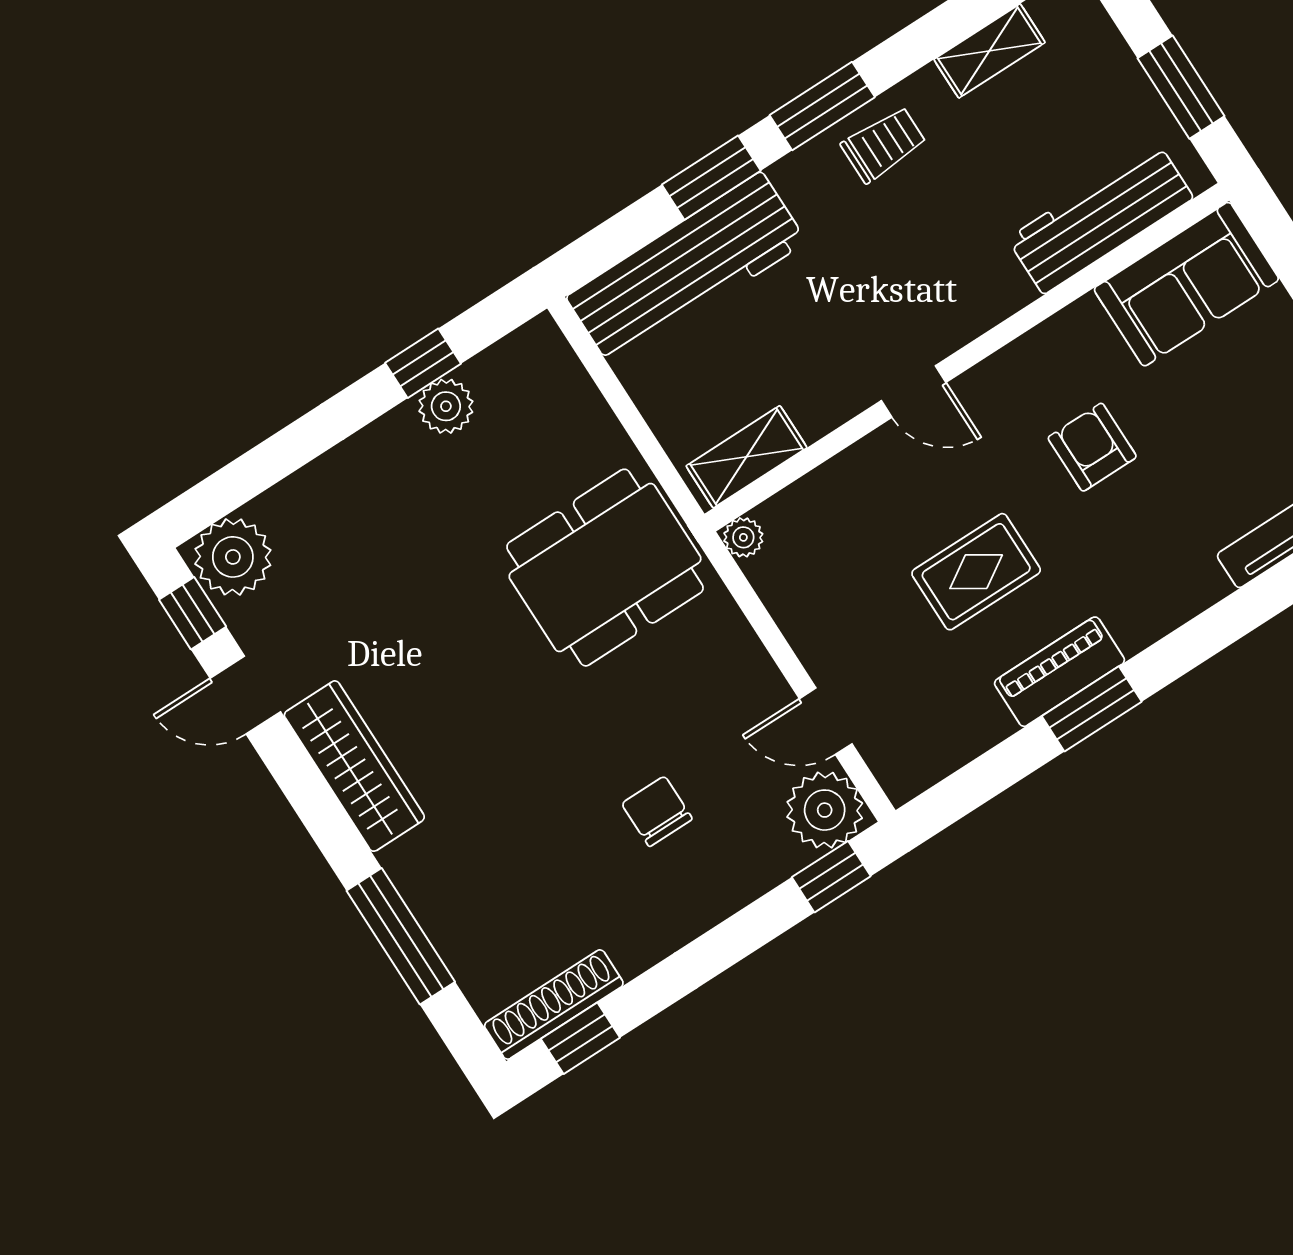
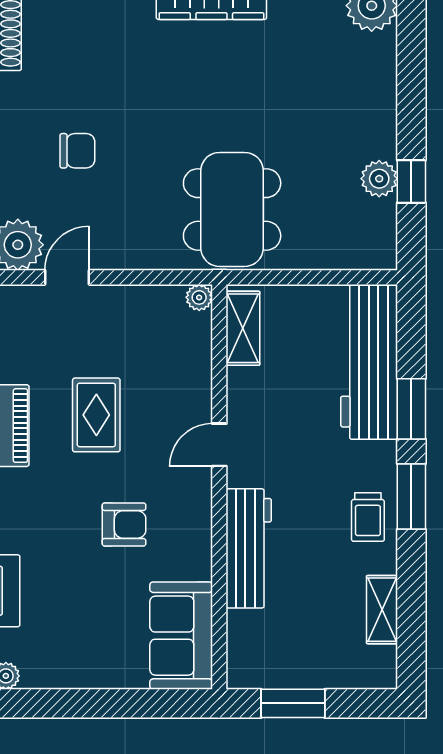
workbench: (1100, 218) -> (249, 548), moved

